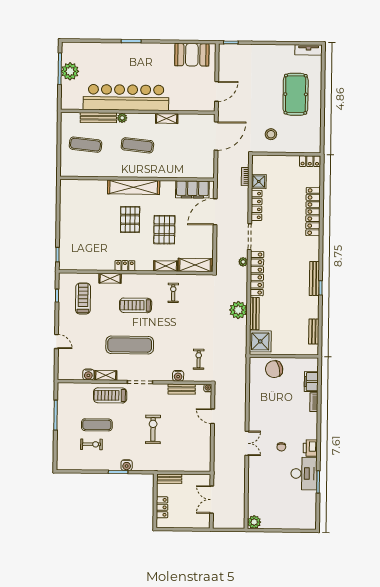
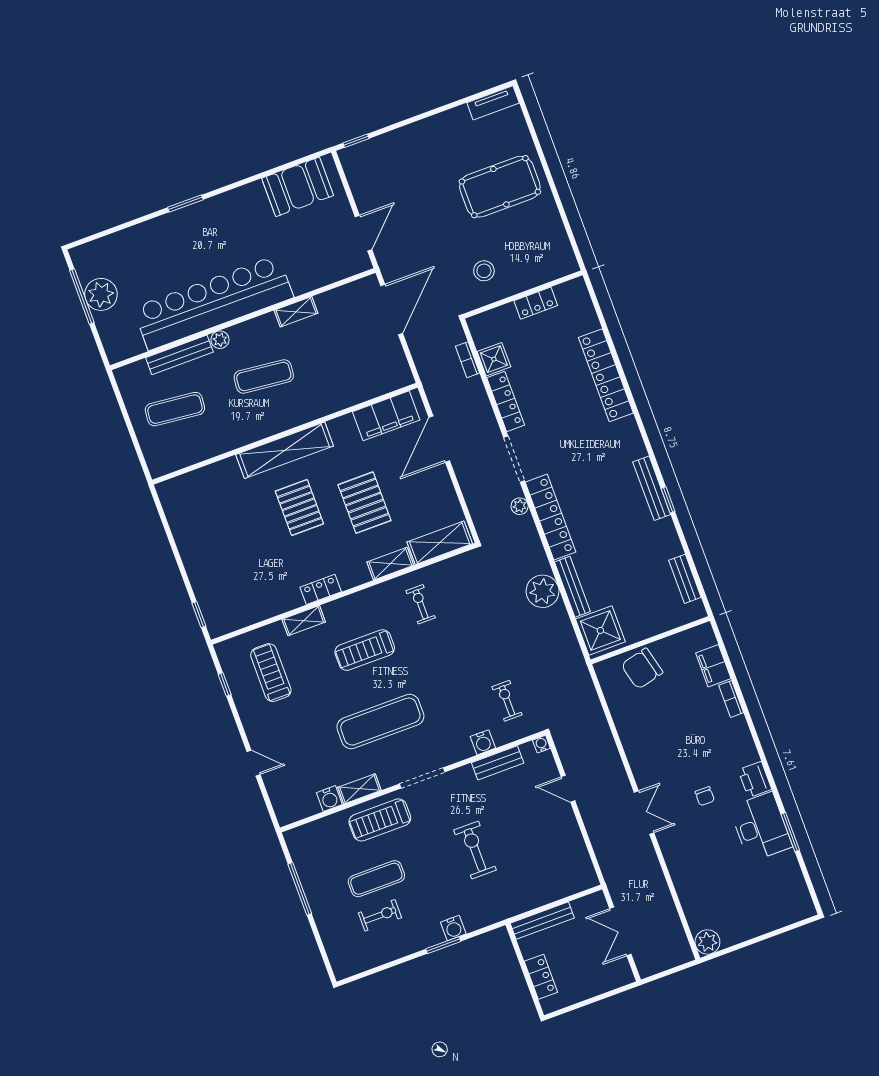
pool table: (296, 94) -> (500, 187), turned 90
locker: (310, 161) -> (536, 303), moved
bench: (169, 479) -> (542, 921), width x1.36

